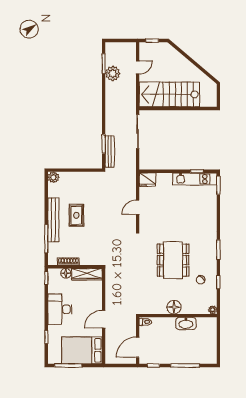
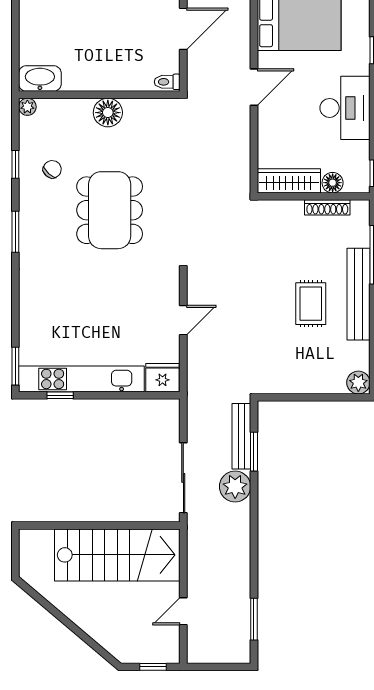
plant: (113, 73) -> (235, 487), moved
kitchen unit: (195, 179) -> (81, 379), width x1.36
washbasin: (186, 323) -> (40, 78), moved

